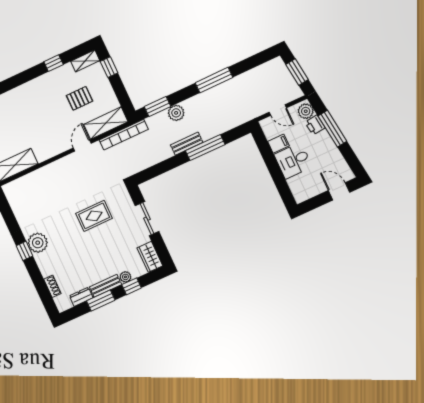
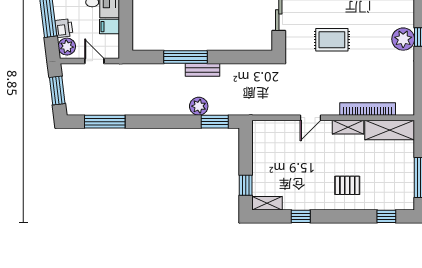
window: (214, 80) -> (105, 122), moved
pallet: (79, 98) -> (347, 185), moved
shelving: (106, 123) -> (348, 127), moved, width x0.67, depth x0.75
bookcase: (124, 135) -> (368, 109), moved

